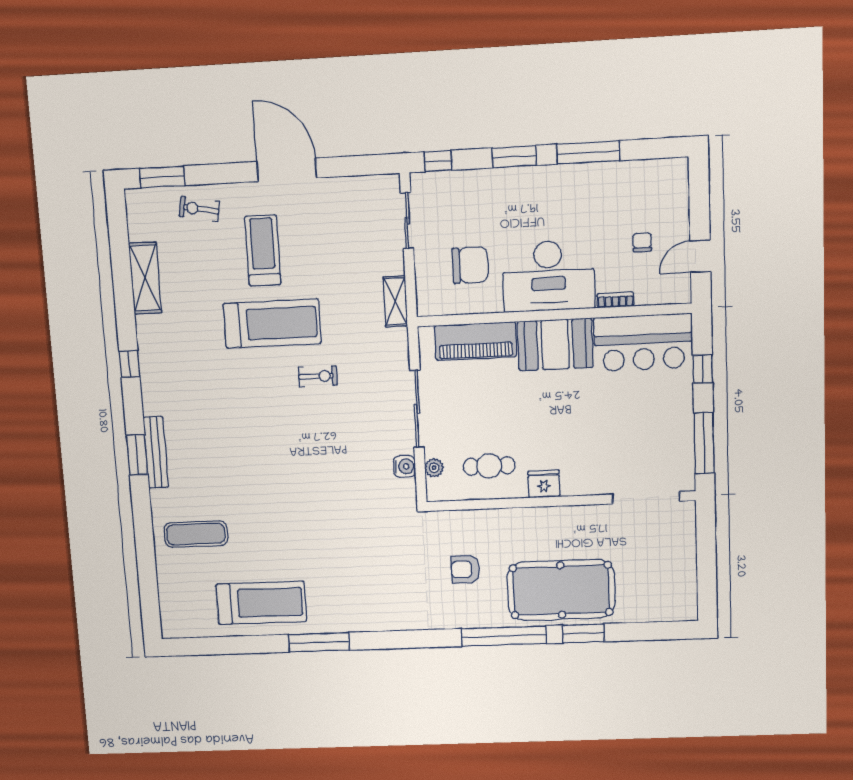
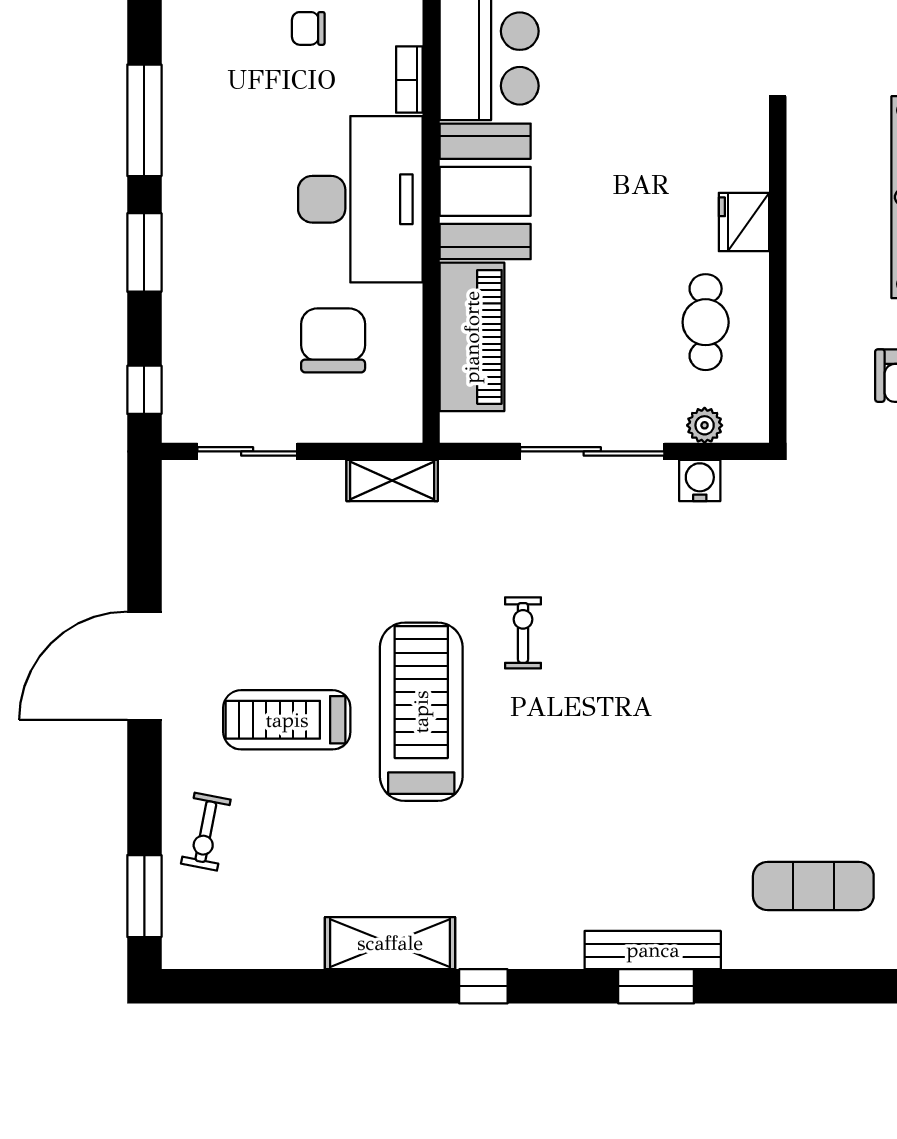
shelving: (145, 278) -> (390, 943), moved
exercise mat: (196, 534) -> (813, 886), turned 90

